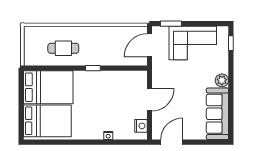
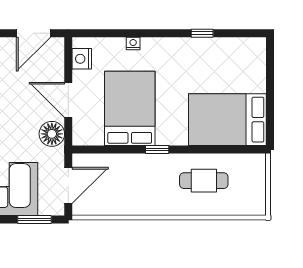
floor lamp: (160, 78) -> (52, 134), added
door: (150, 100) -> (68, 100), hinge flipped
bed: (47, 121) -> (130, 108), moved, turned 90
window: (64, 142) -> (202, 33), added

